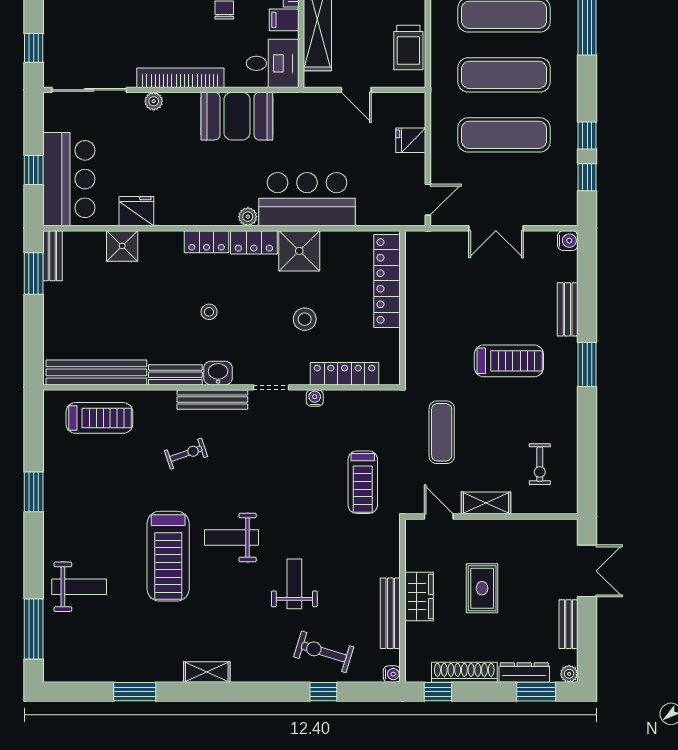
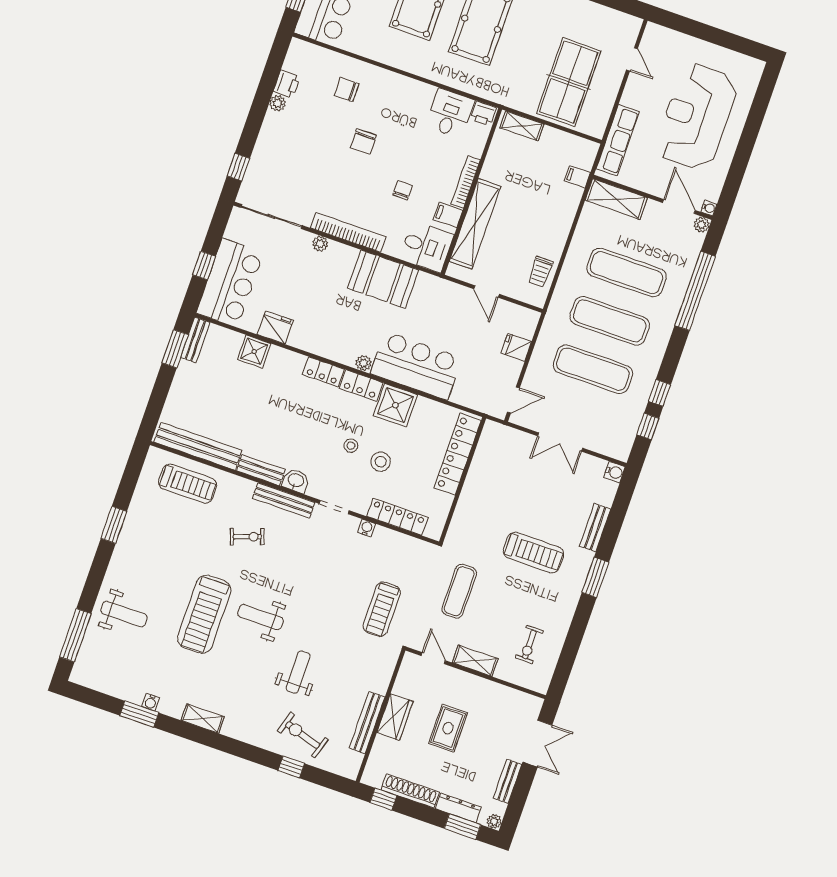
trolley: (408, 47) -> (540, 272), width x0.73, depth x0.72
stool: (209, 312) -> (351, 446), moved
water cooler: (392, 674) -> (151, 702), moved, turned 90

